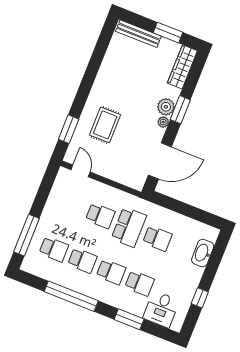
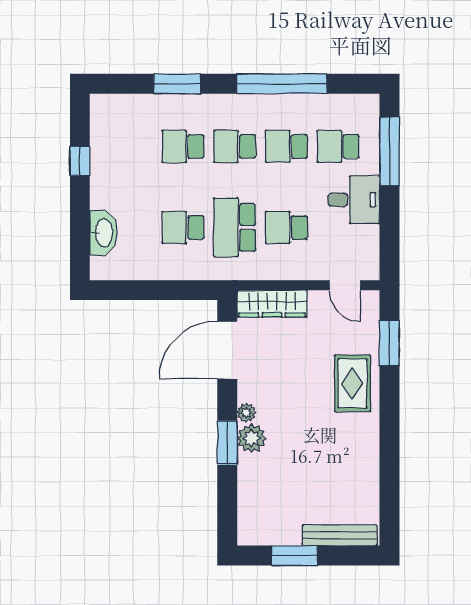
wardrobe: (182, 67) -> (272, 304), moved, turned 90
rug: (105, 125) -> (352, 383), moved
desk: (161, 309) -> (354, 200), moved, turned 90

